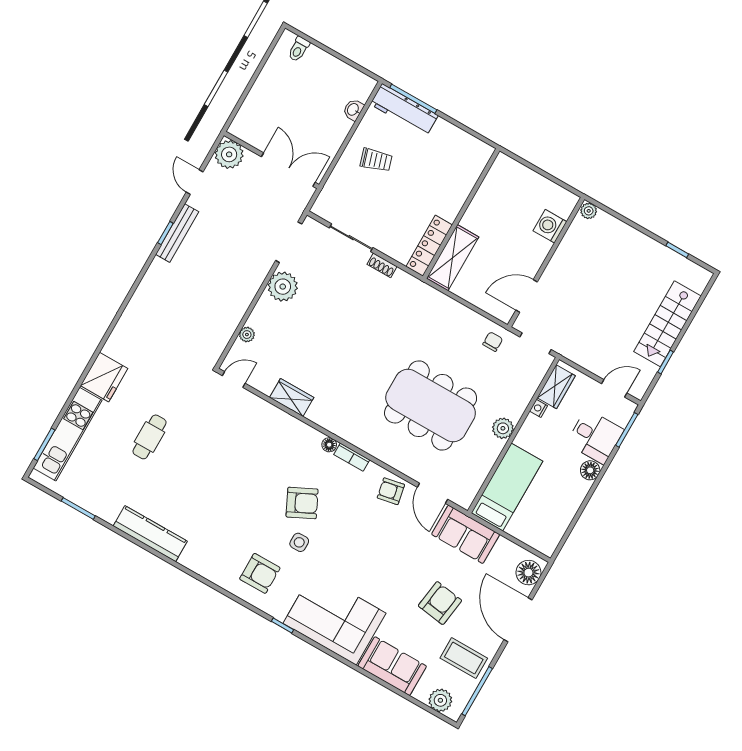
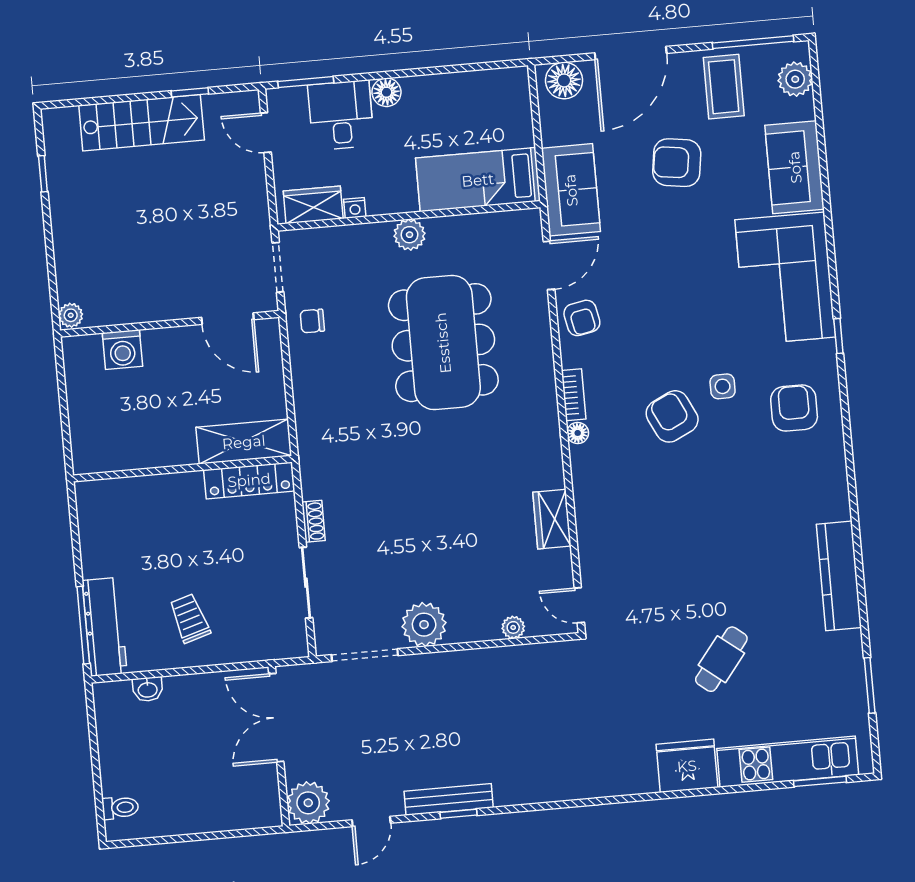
cafe table: (150, 437) -> (721, 659), turned -52

